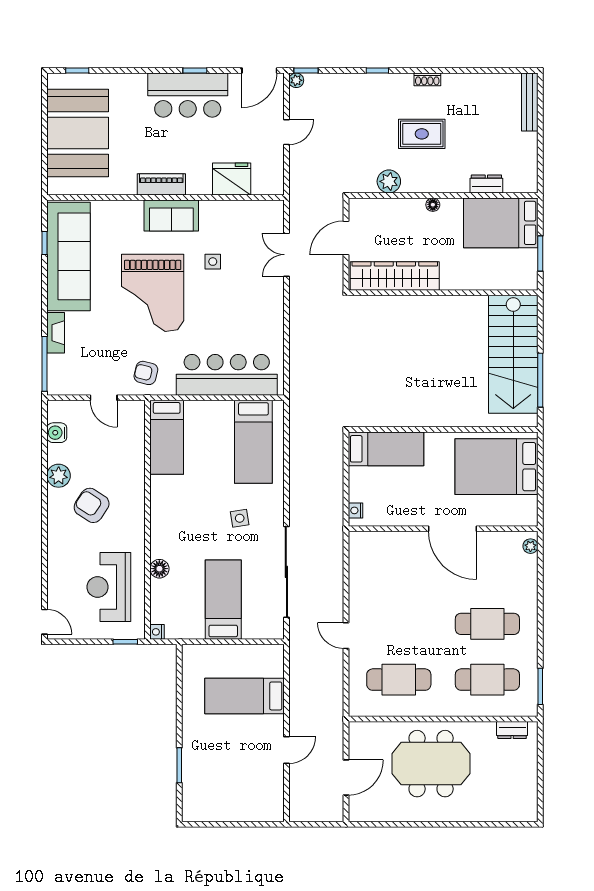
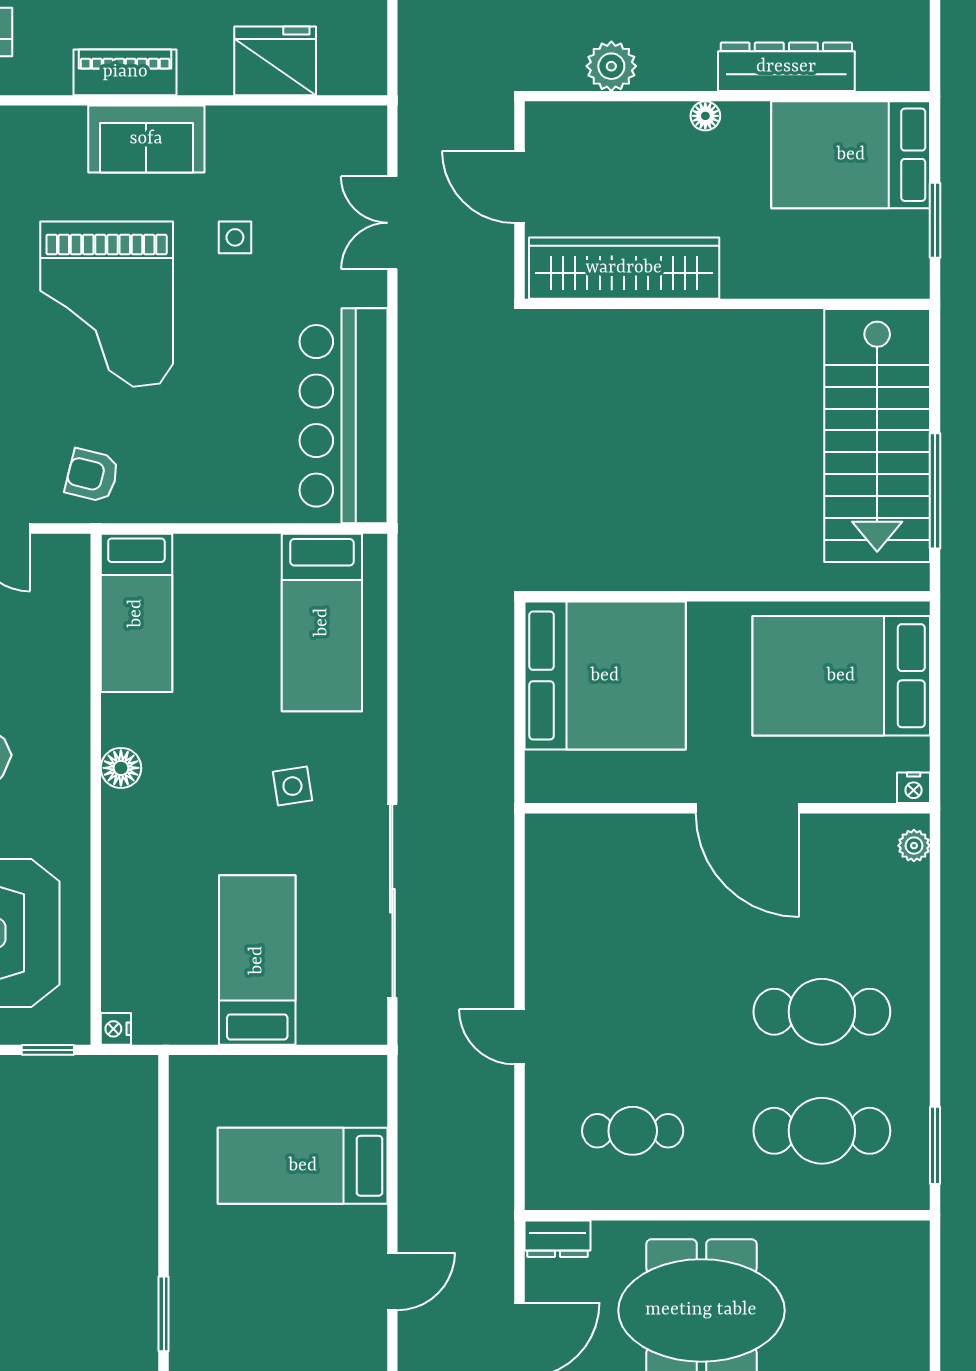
dresser: (486, 184) -> (786, 67), width x1.96, depth x1.24
door: (346, 238) -> (520, 187), hinge flipped
bar counter: (227, 375) -> (343, 416), moved, turned -90
bed: (386, 449) -> (605, 676), width x2.04
nightstand: (356, 510) -> (914, 788), moved, turned -90
floor lamp: (159, 569) -> (121, 768), moved
cafe table: (399, 680) -> (633, 1131), width x0.73, depth x0.74
dresser: (512, 730) -> (557, 1239), moved

